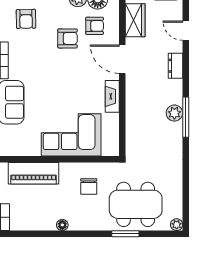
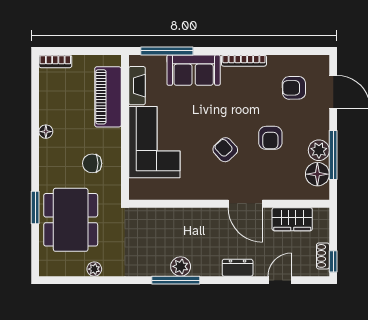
armchair: (95, 26) -> (225, 150), moved, turned 137
door: (122, 59) -> (245, 204), swing flipped
fireplace: (112, 96) -> (137, 86), moved, turned 90
plant: (177, 225) -> (94, 269), moved

